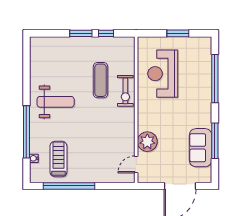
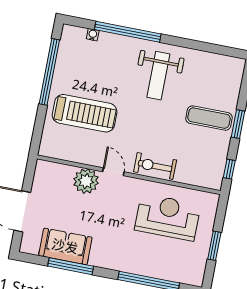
window: (106, 33) -> (229, 169), moved
exercise mat: (100, 80) -> (209, 118), moved
treadmill: (58, 159) -> (85, 113), moved, width x1.37, depth x1.38
door: (136, 164) -> (113, 172), moved

